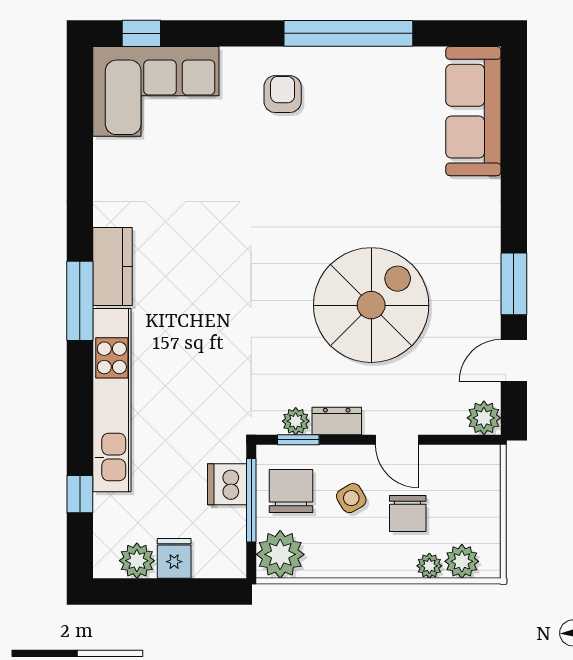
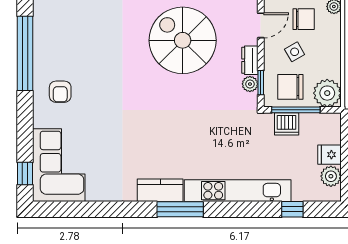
armchair: (283, 94) -> (60, 92), turned -90

